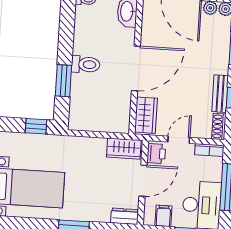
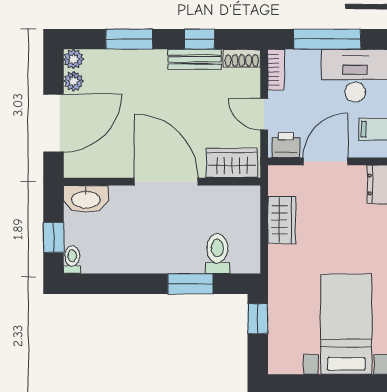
toilet: (86, 64) -> (217, 254), moved
wardrobe: (124, 149) -> (282, 220), moved
door: (143, 181) -> (326, 161), hinge flipped

